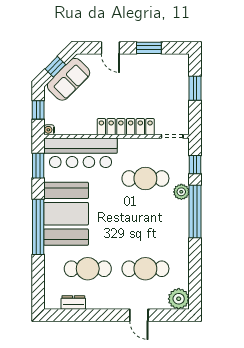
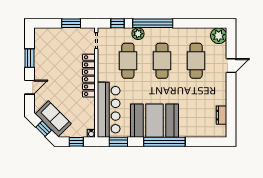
window: (195, 88) -> (71, 23), moved
cafe table: (88, 269) -> (162, 61), moved

